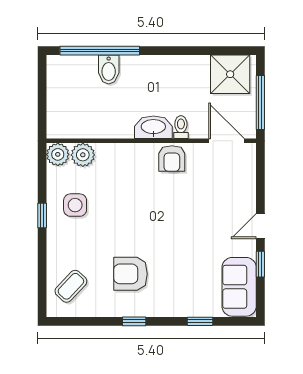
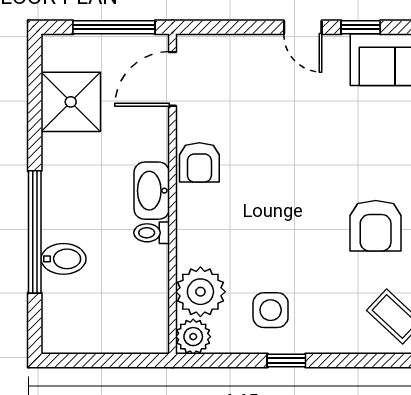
window: (100, 51) -> (35, 232), moved
shower: (230, 74) -> (71, 102), moved
toilet: (181, 127) -> (152, 233), moved
plant: (83, 155) -> (200, 292), width x1.36, depth x1.36
armchair: (172, 158) -> (199, 162), turned 90

